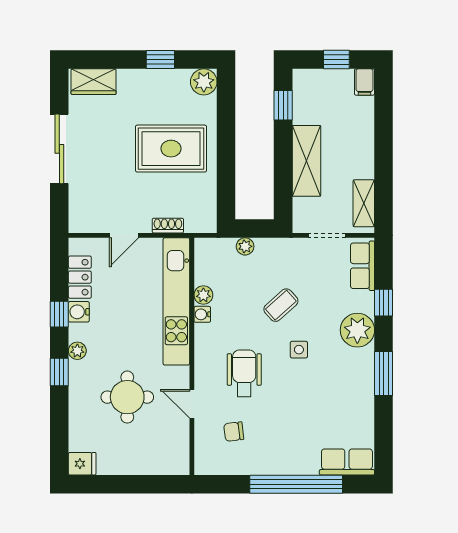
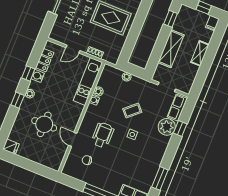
shelving: (364, 203) -> (200, 53), moved
kitchen unit: (176, 301) -> (88, 81), width x0.73
plant: (357, 330) -> (167, 127), moved
window: (384, 374) -> (160, 178), moved

